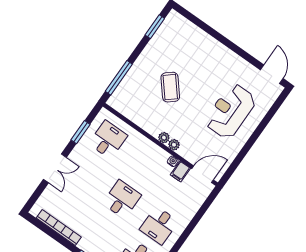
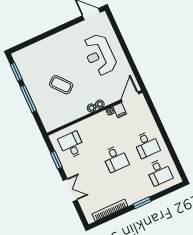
window: (119, 78) -> (28, 99), moved
desk: (122, 199) -> (115, 159), turned 180

